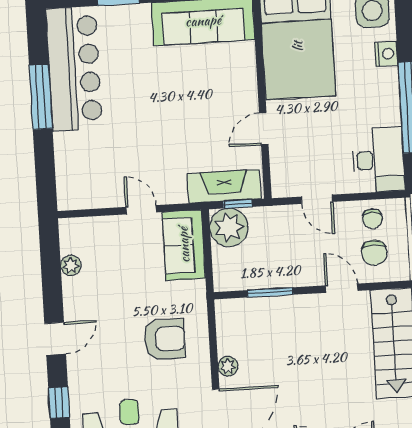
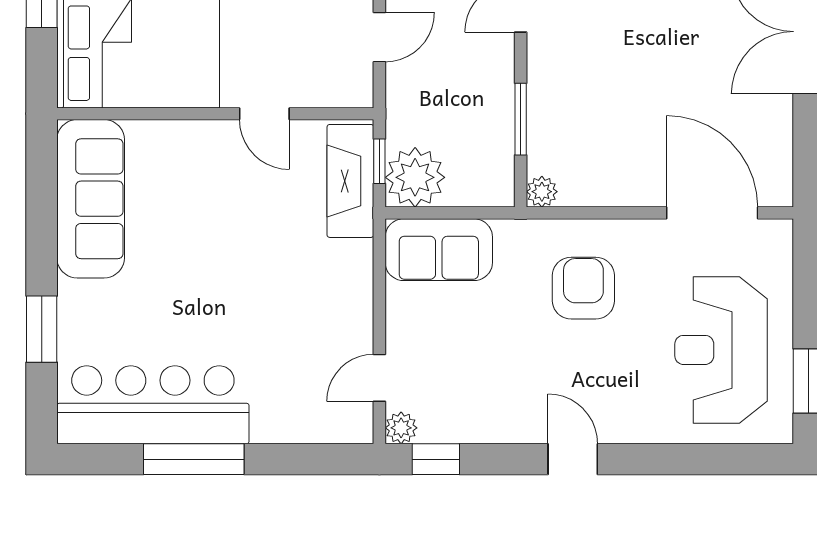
door: (141, 210) -> (379, 378), moved
plant: (71, 265) -> (401, 428), moved
plant: (228, 366) -> (542, 192), moved
window: (59, 403) -> (436, 459), moved

